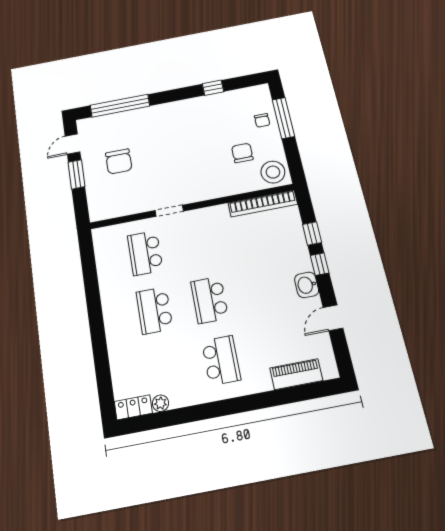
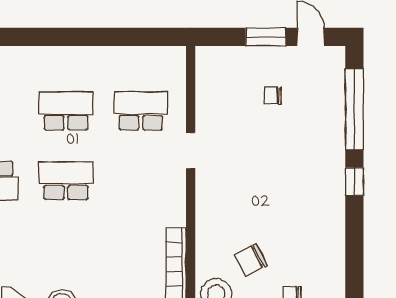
window: (213, 88) -> (354, 181), moved
chair: (242, 153) -> (251, 260), turned 153
chair: (119, 161) -> (273, 96), width x0.54, depth x0.54

